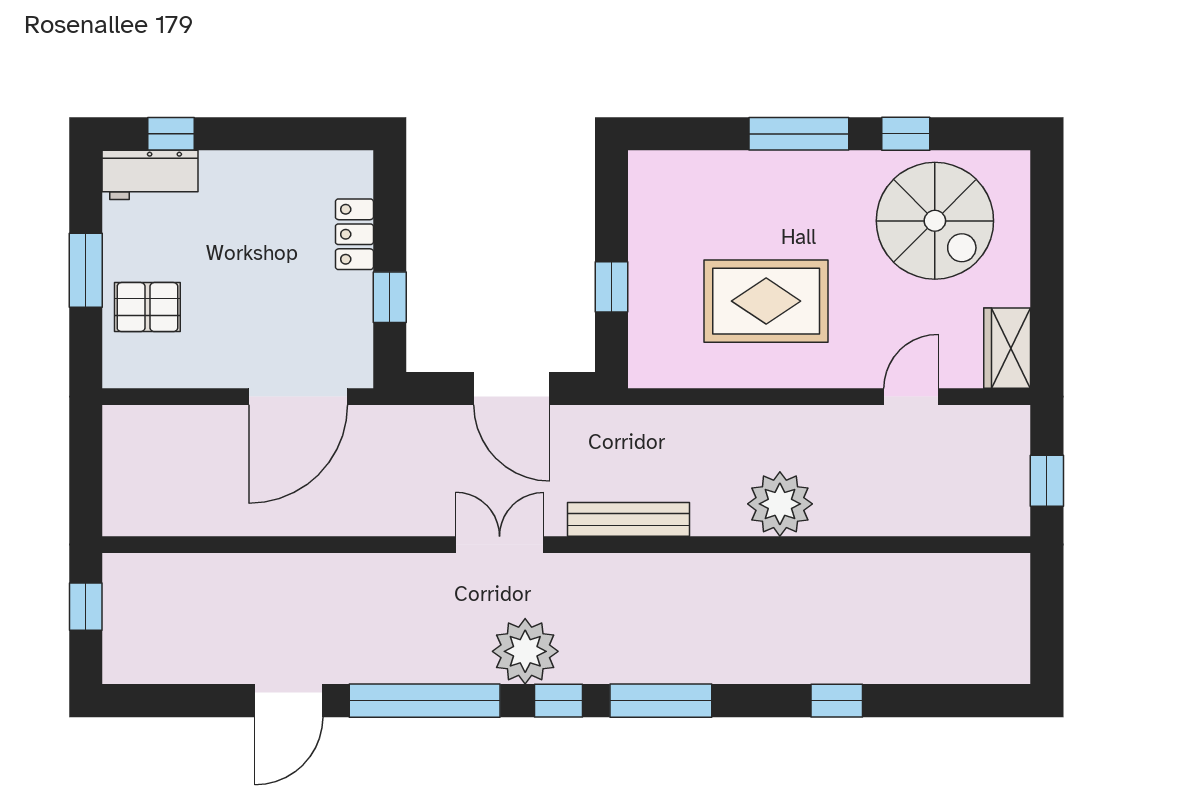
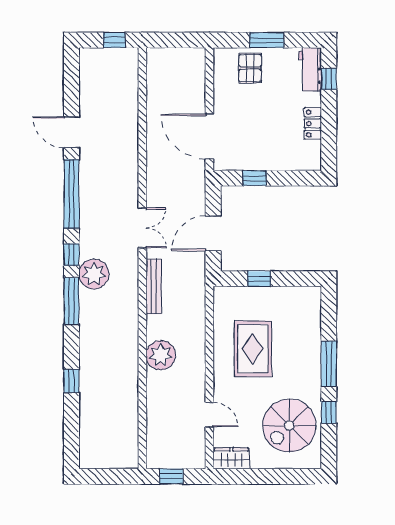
locker: (354, 234) -> (313, 124), moved, turned -90
plant: (525, 651) -> (94, 274), moved

